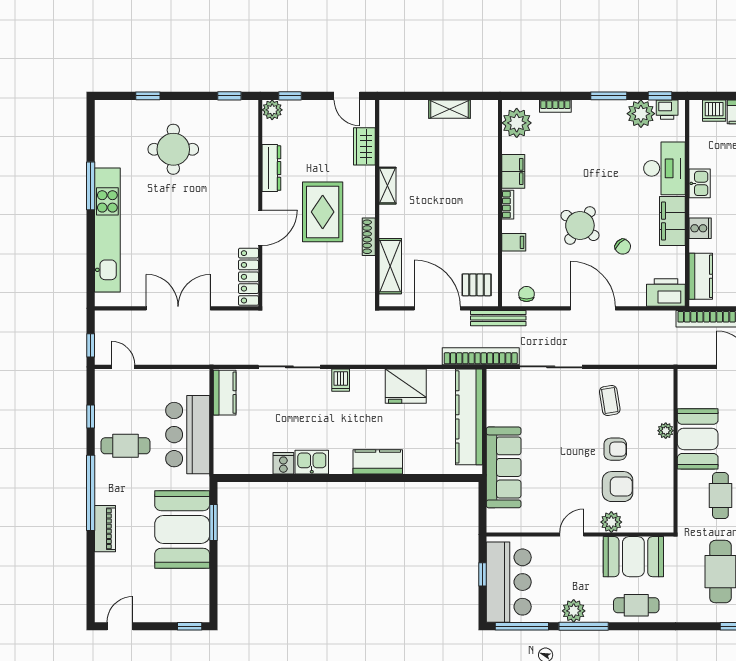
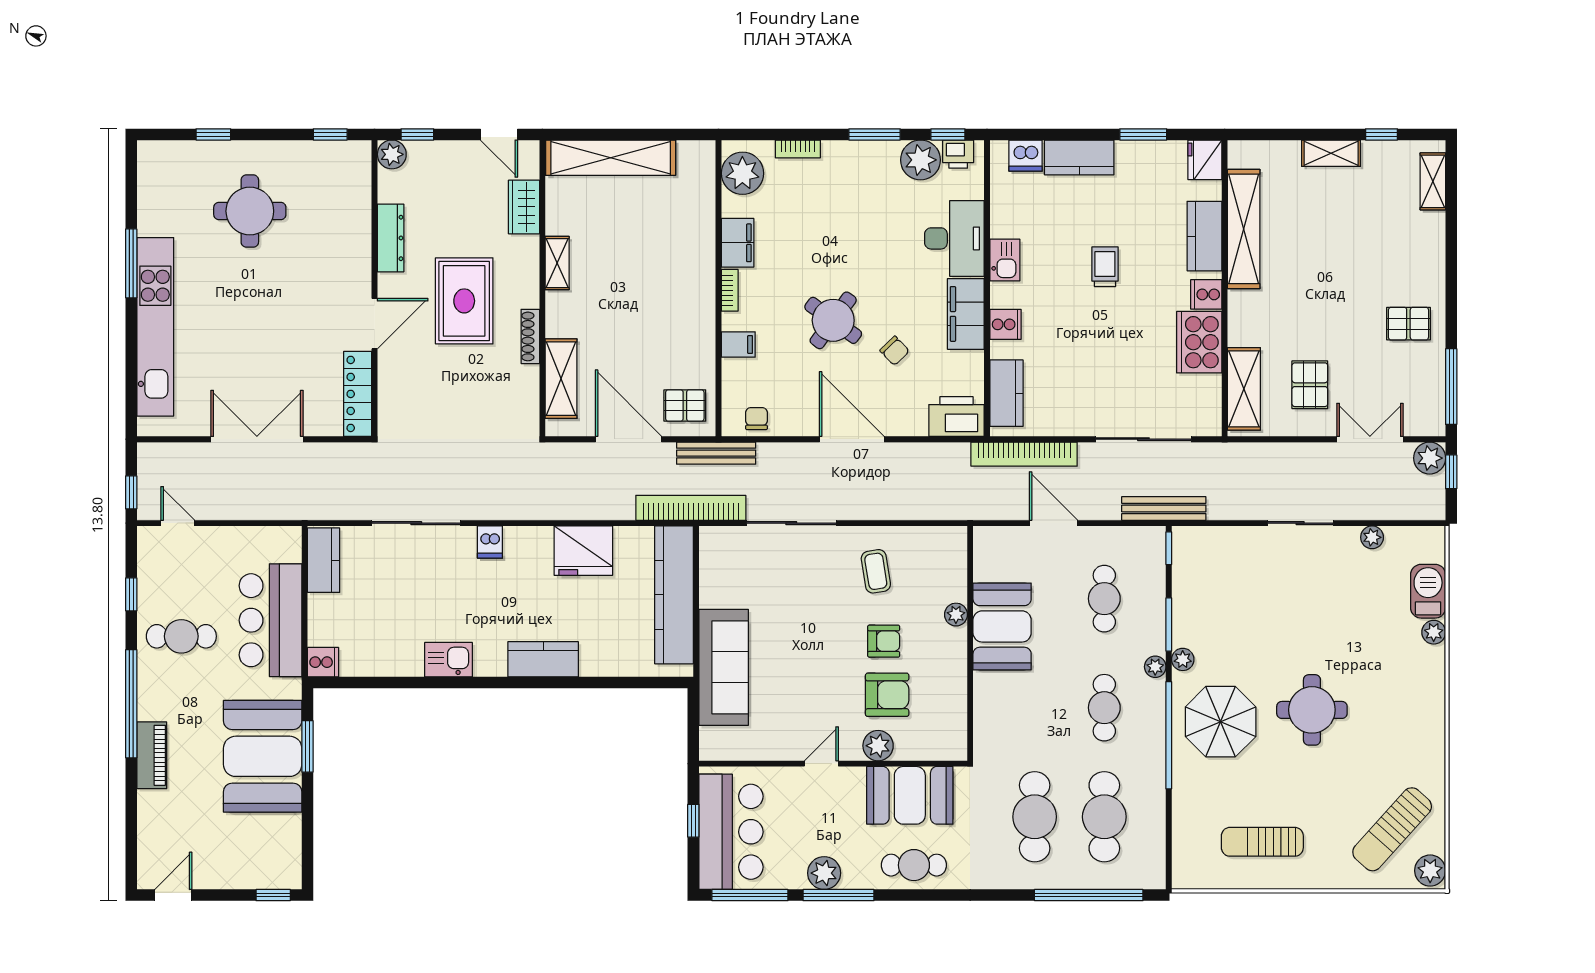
shelving: (449, 109) -> (611, 158), width x2.20, depth x1.33
cooker: (283, 463) -> (323, 662), moved, turned 90
cafe table: (720, 496) -> (1035, 708), removed

